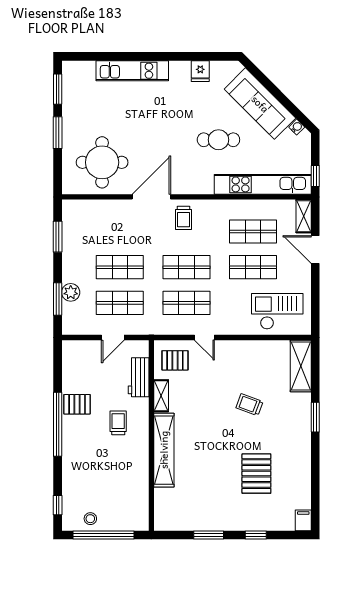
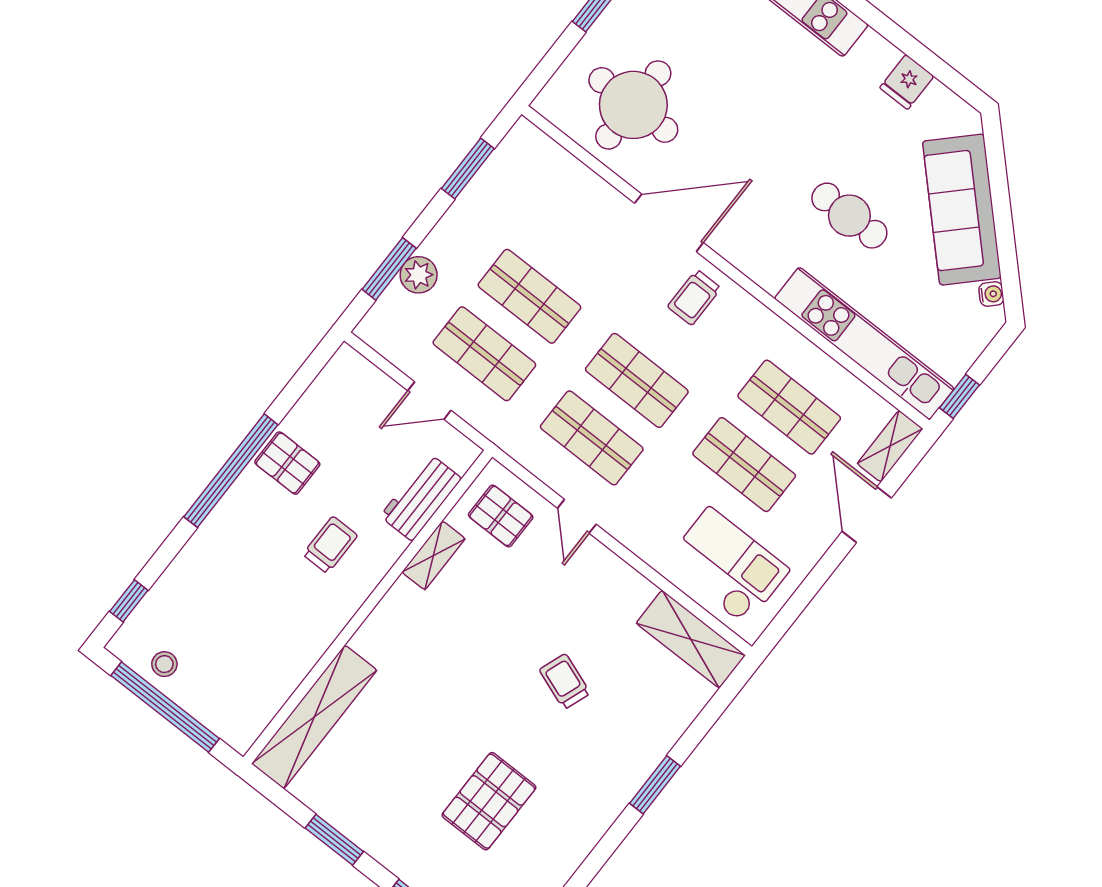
shelving: (301, 366) -> (691, 639), moved, turned 90
shelving: (164, 450) -> (314, 717), moved

